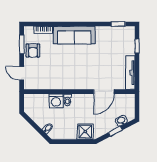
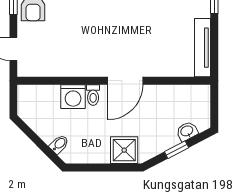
door: (104, 92) -> (125, 81), moved

